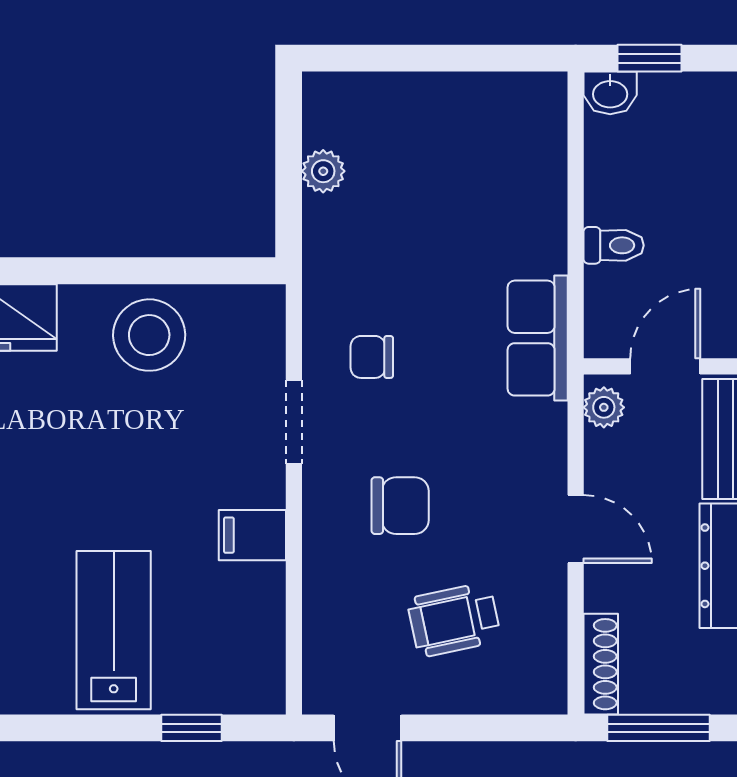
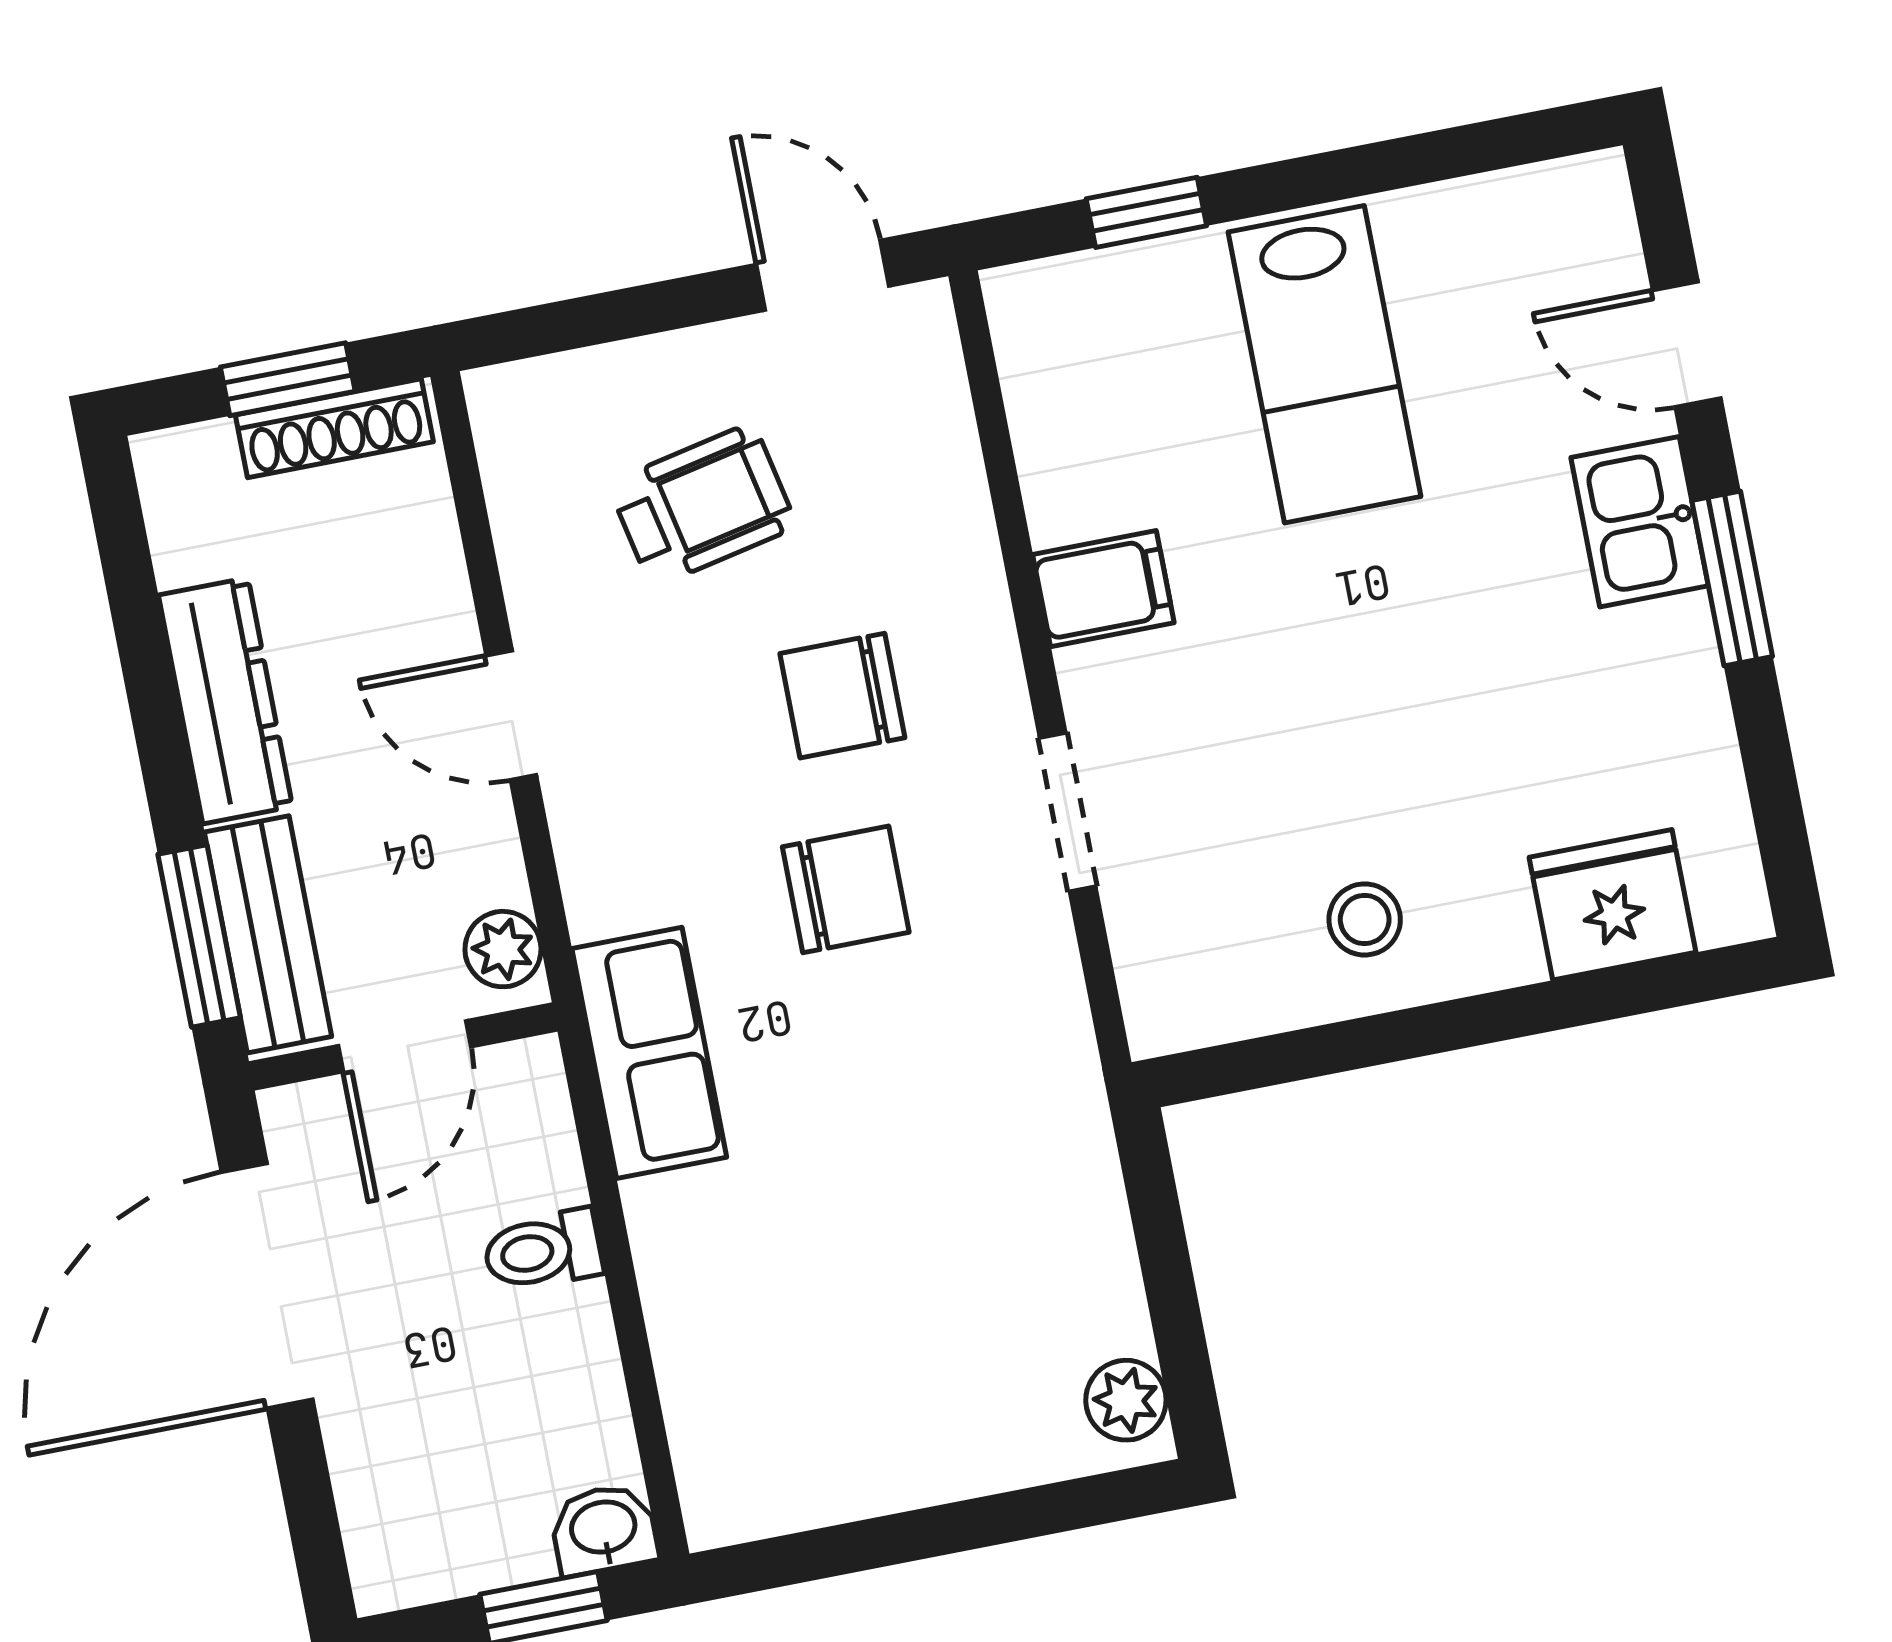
plant: (323, 171) -> (1126, 1400), moved
stool: (149, 335) -> (1365, 919), width x0.53, depth x0.53
chair: (372, 357) -> (846, 889), moved, width x1.37, depth x1.37
shoe rack: (601, 664) -> (334, 428), moved, turned -90
window: (659, 728) -> (288, 379), width x0.67

